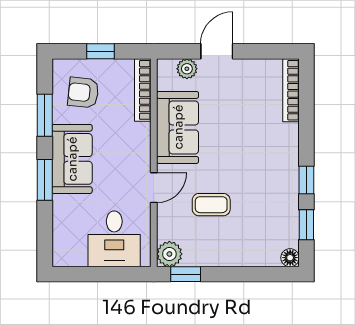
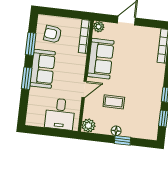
window: (101, 51) -> (64, 13), removed
plant: (187, 69) -> (99, 27), moved
floor lamp: (290, 258) -> (116, 131), moved
window: (186, 274) -> (123, 140), moved

